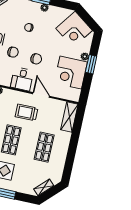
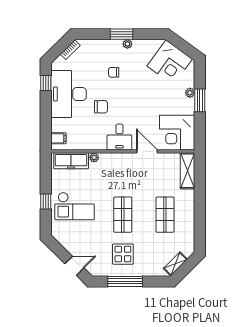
chair: (36, 59) -> (131, 109), removed
corner desk: (71, 73) -> (177, 133), moved
trolley: (26, 112) -> (134, 177), removed

